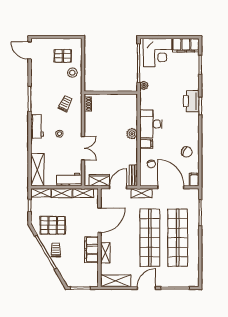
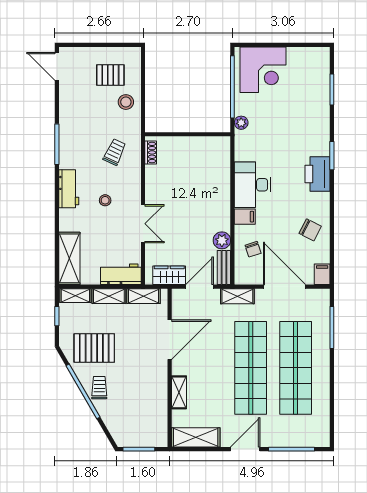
filing cabinet: (186, 45) -> (309, 58), removed
printer: (191, 101) -> (317, 174), moved
plant: (132, 134) -> (222, 240), moved
filing cabinet: (91, 250) -> (157, 387), removed

